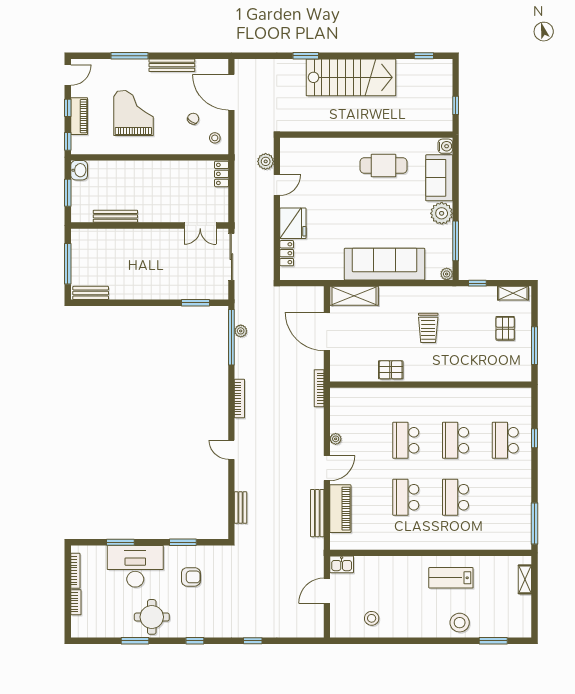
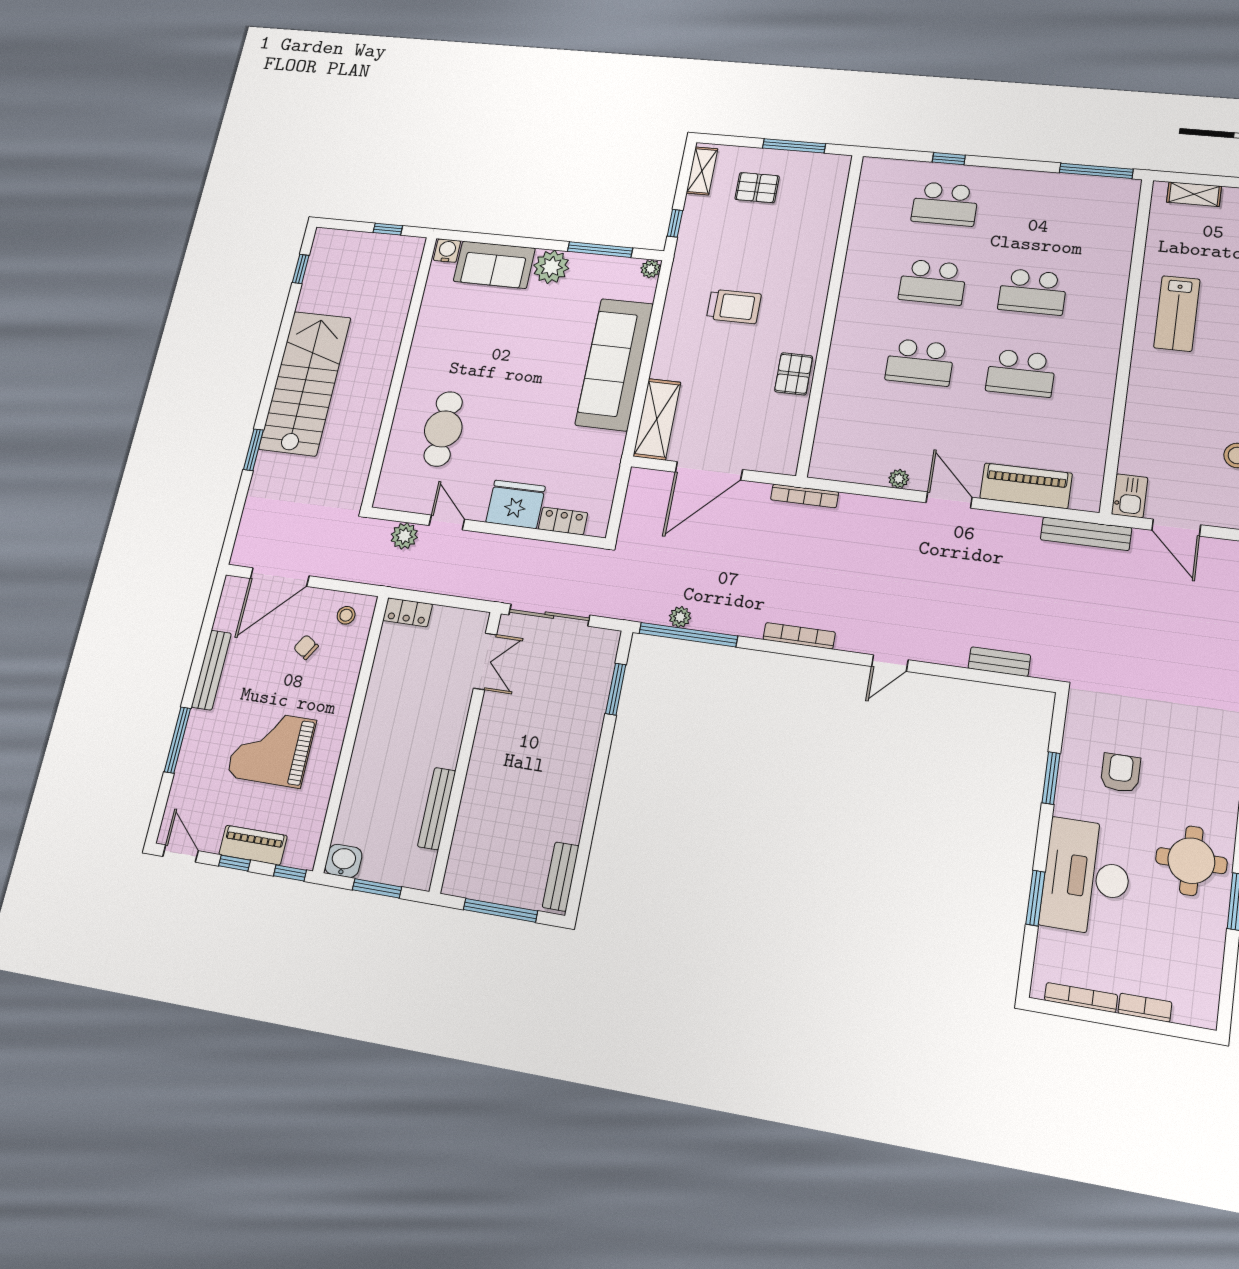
cafe table: (383, 166) -> (443, 429), moved
bench: (317, 513) -> (1086, 534), moved

